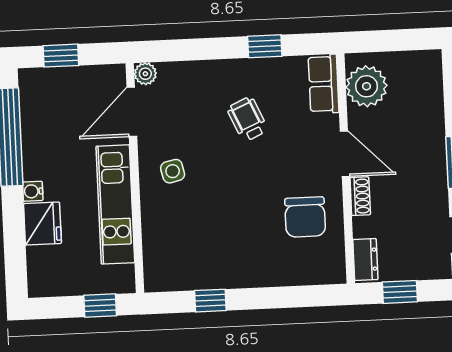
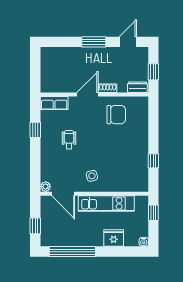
plant: (367, 86) -> (56, 83), removed
wheelchair: (247, 119) -> (69, 140), turned 114
water cooler: (33, 191) -> (144, 242), moved

